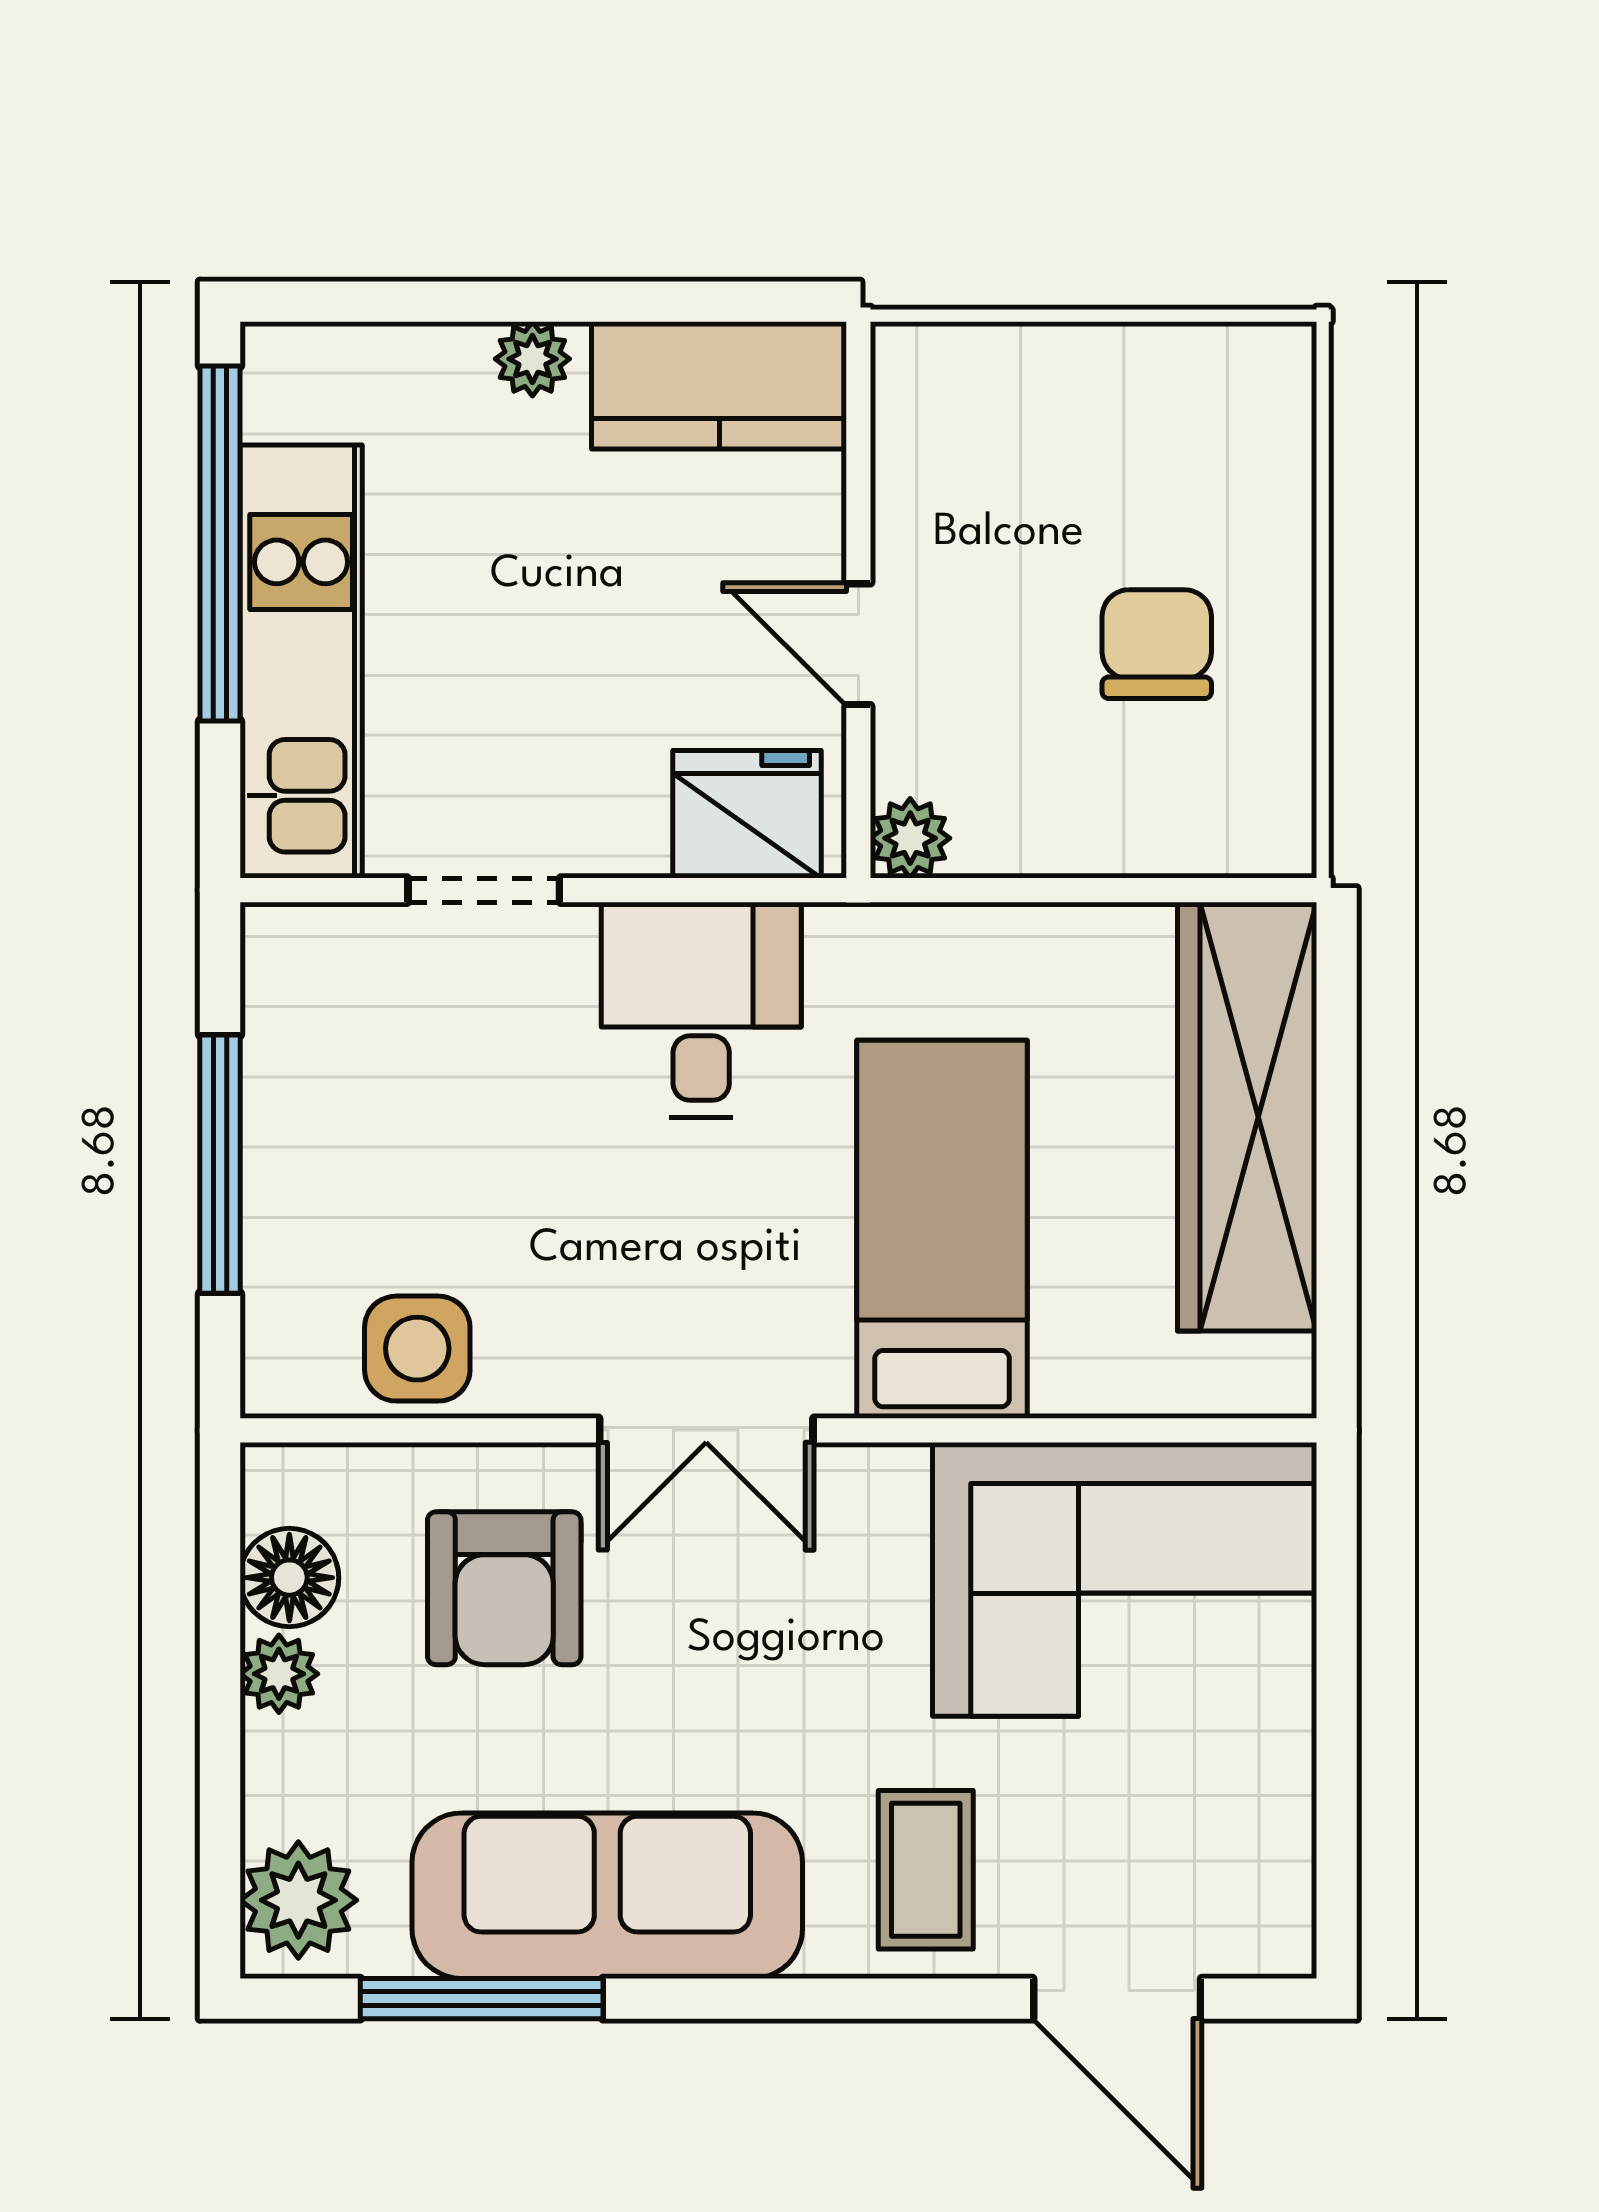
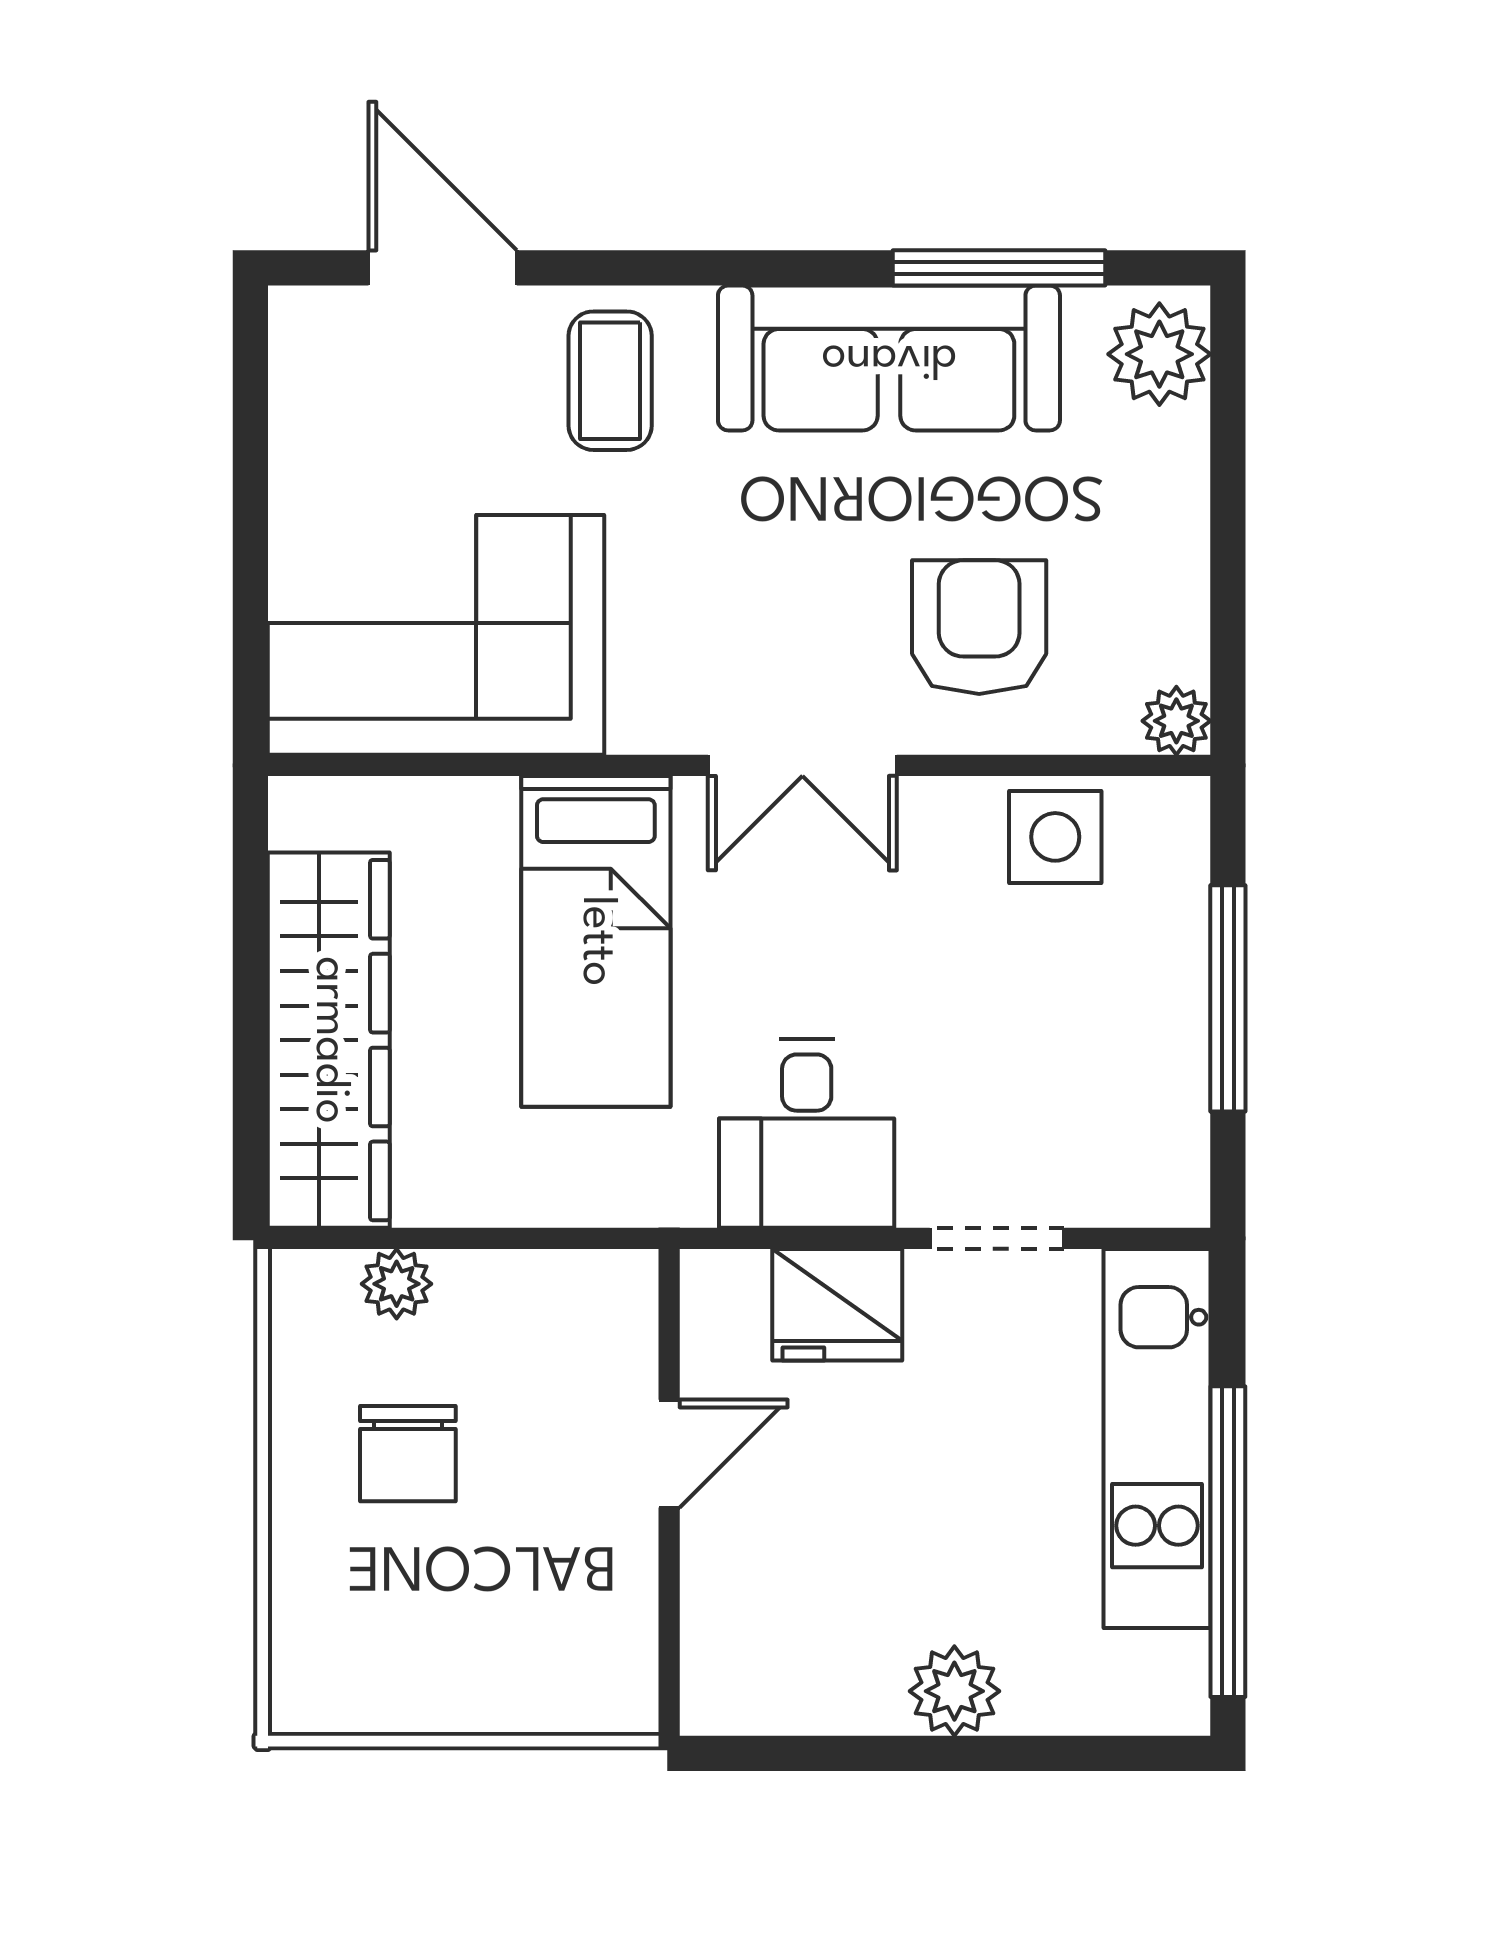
plant: (532, 359) -> (954, 1691), width x1.38, depth x1.38
kitchen counter: (719, 385) -> (791, 1680), removed
door: (858, 644) -> (669, 1454), hinge flipped
fridge: (747, 814) -> (837, 1305), moved
plant: (910, 838) -> (397, 1284), moved
double door: (706, 1430) -> (802, 765), swing flipped
floor lamp: (289, 1578) -> (1167, 637), removed
plant: (279, 1674) -> (1176, 721), moved

